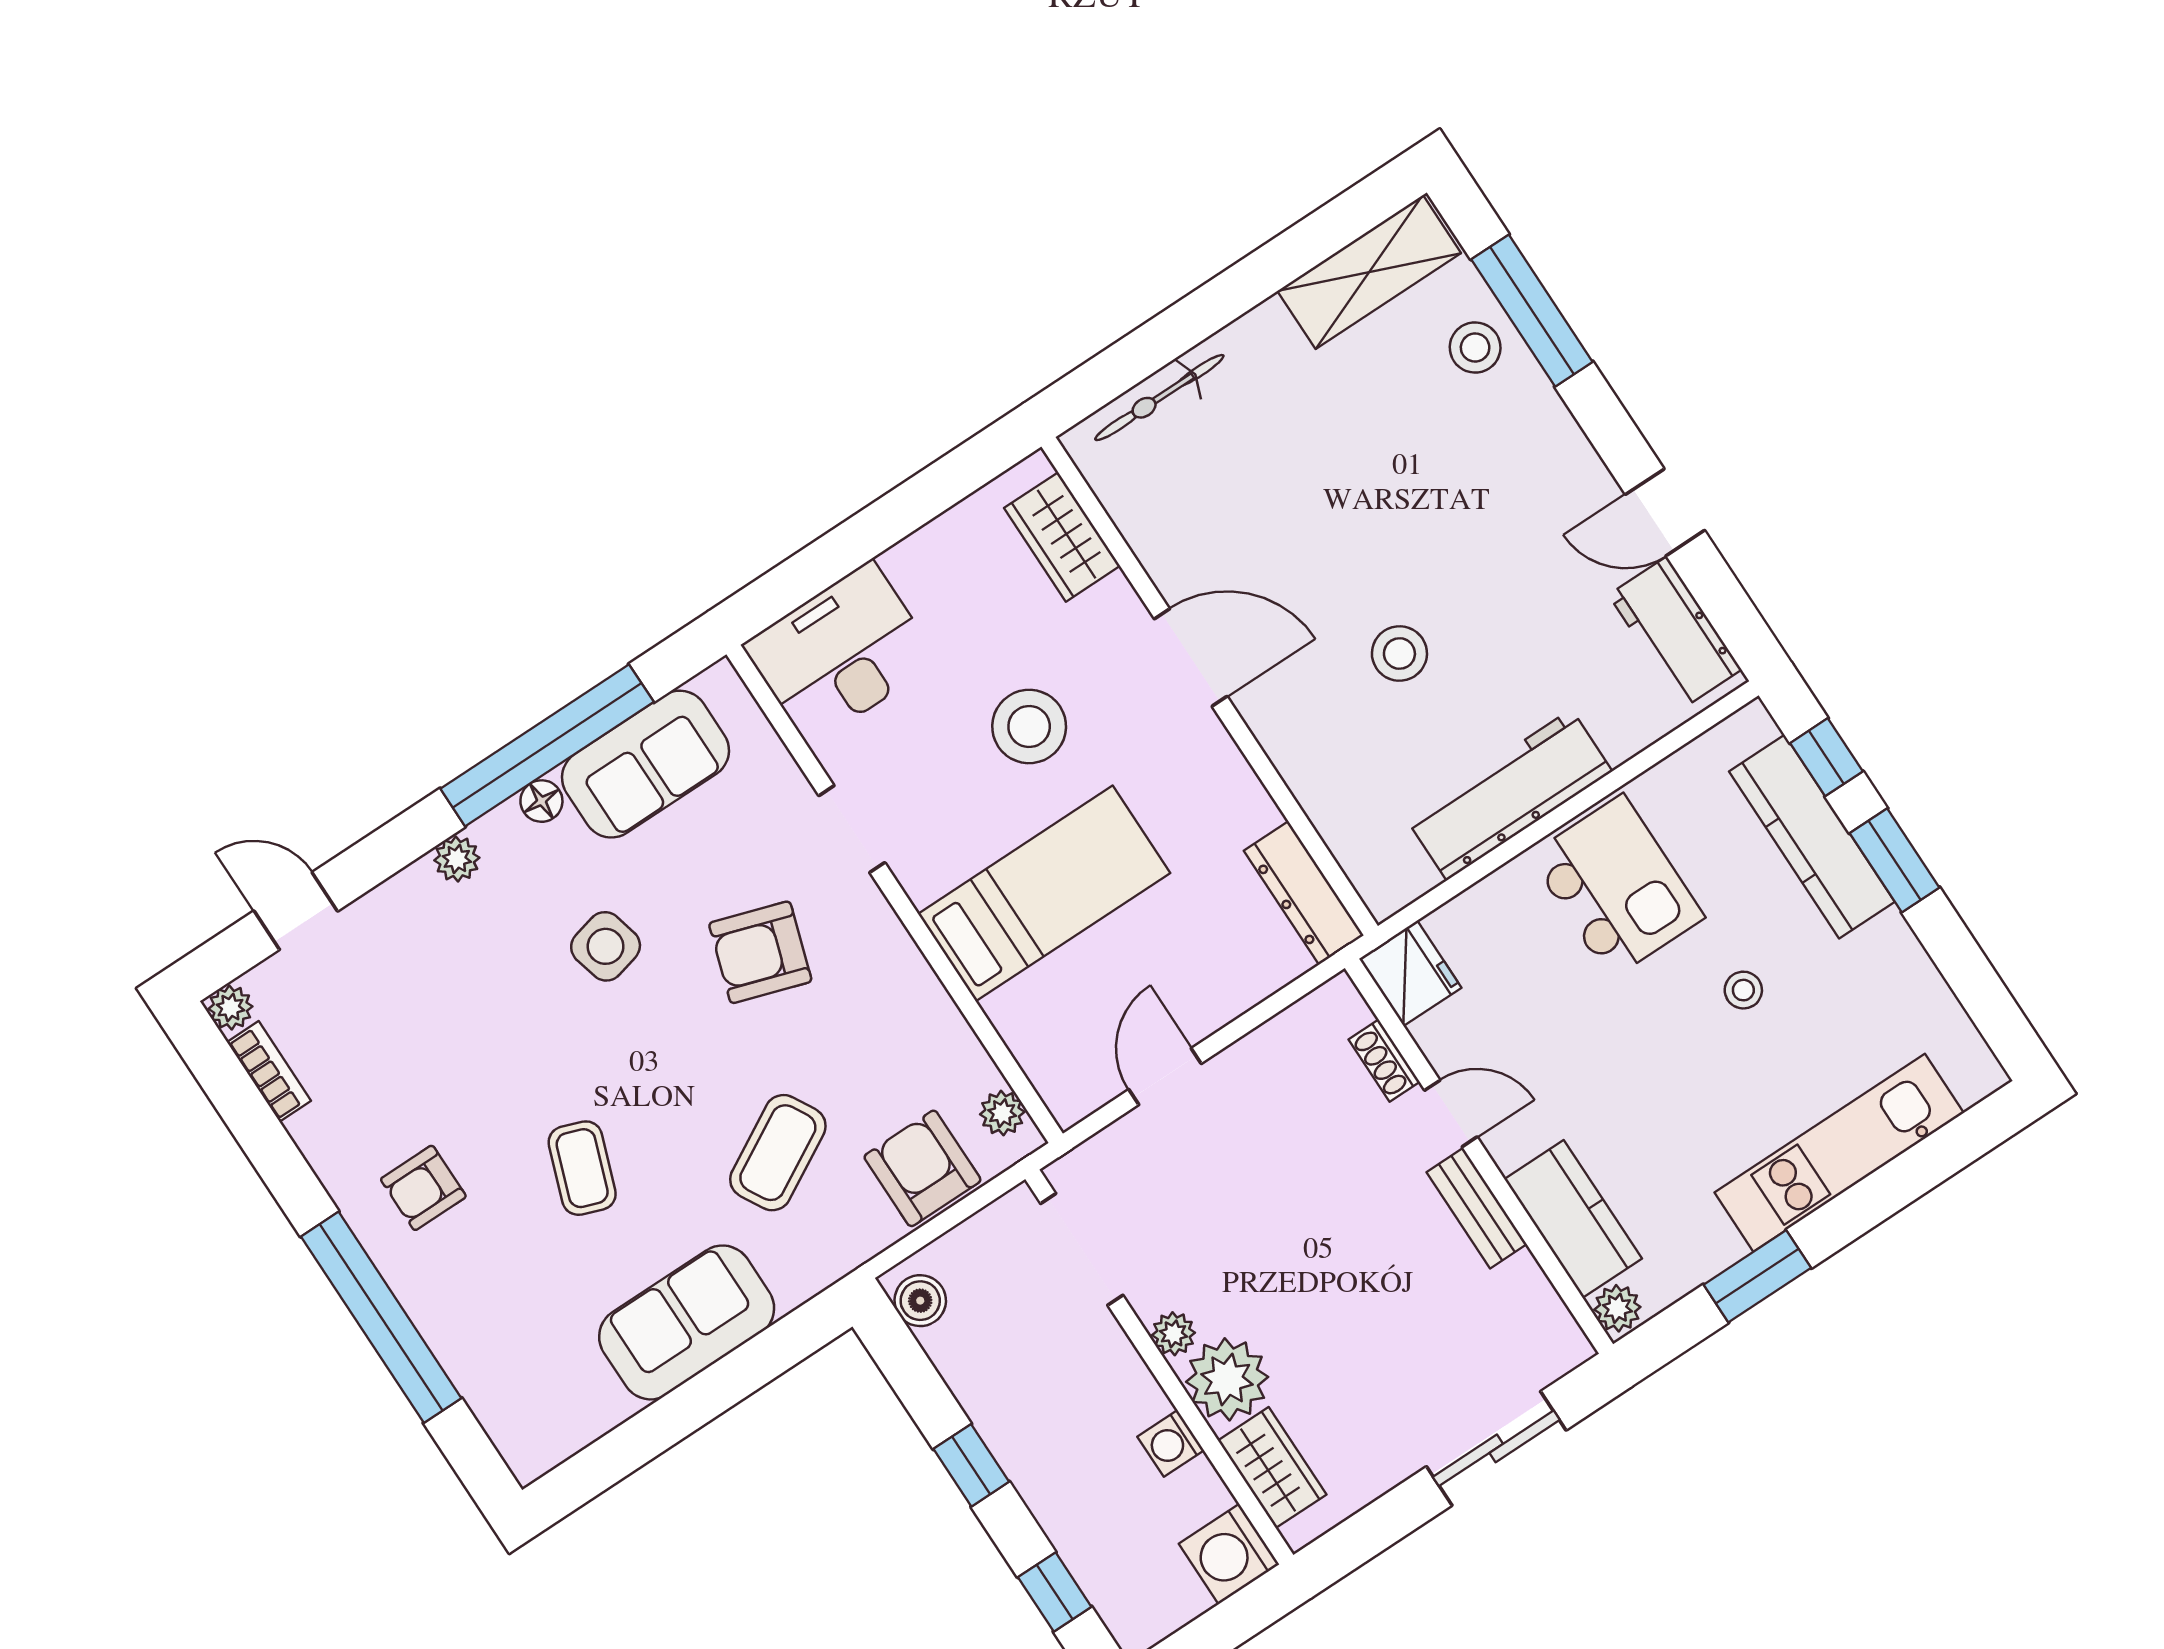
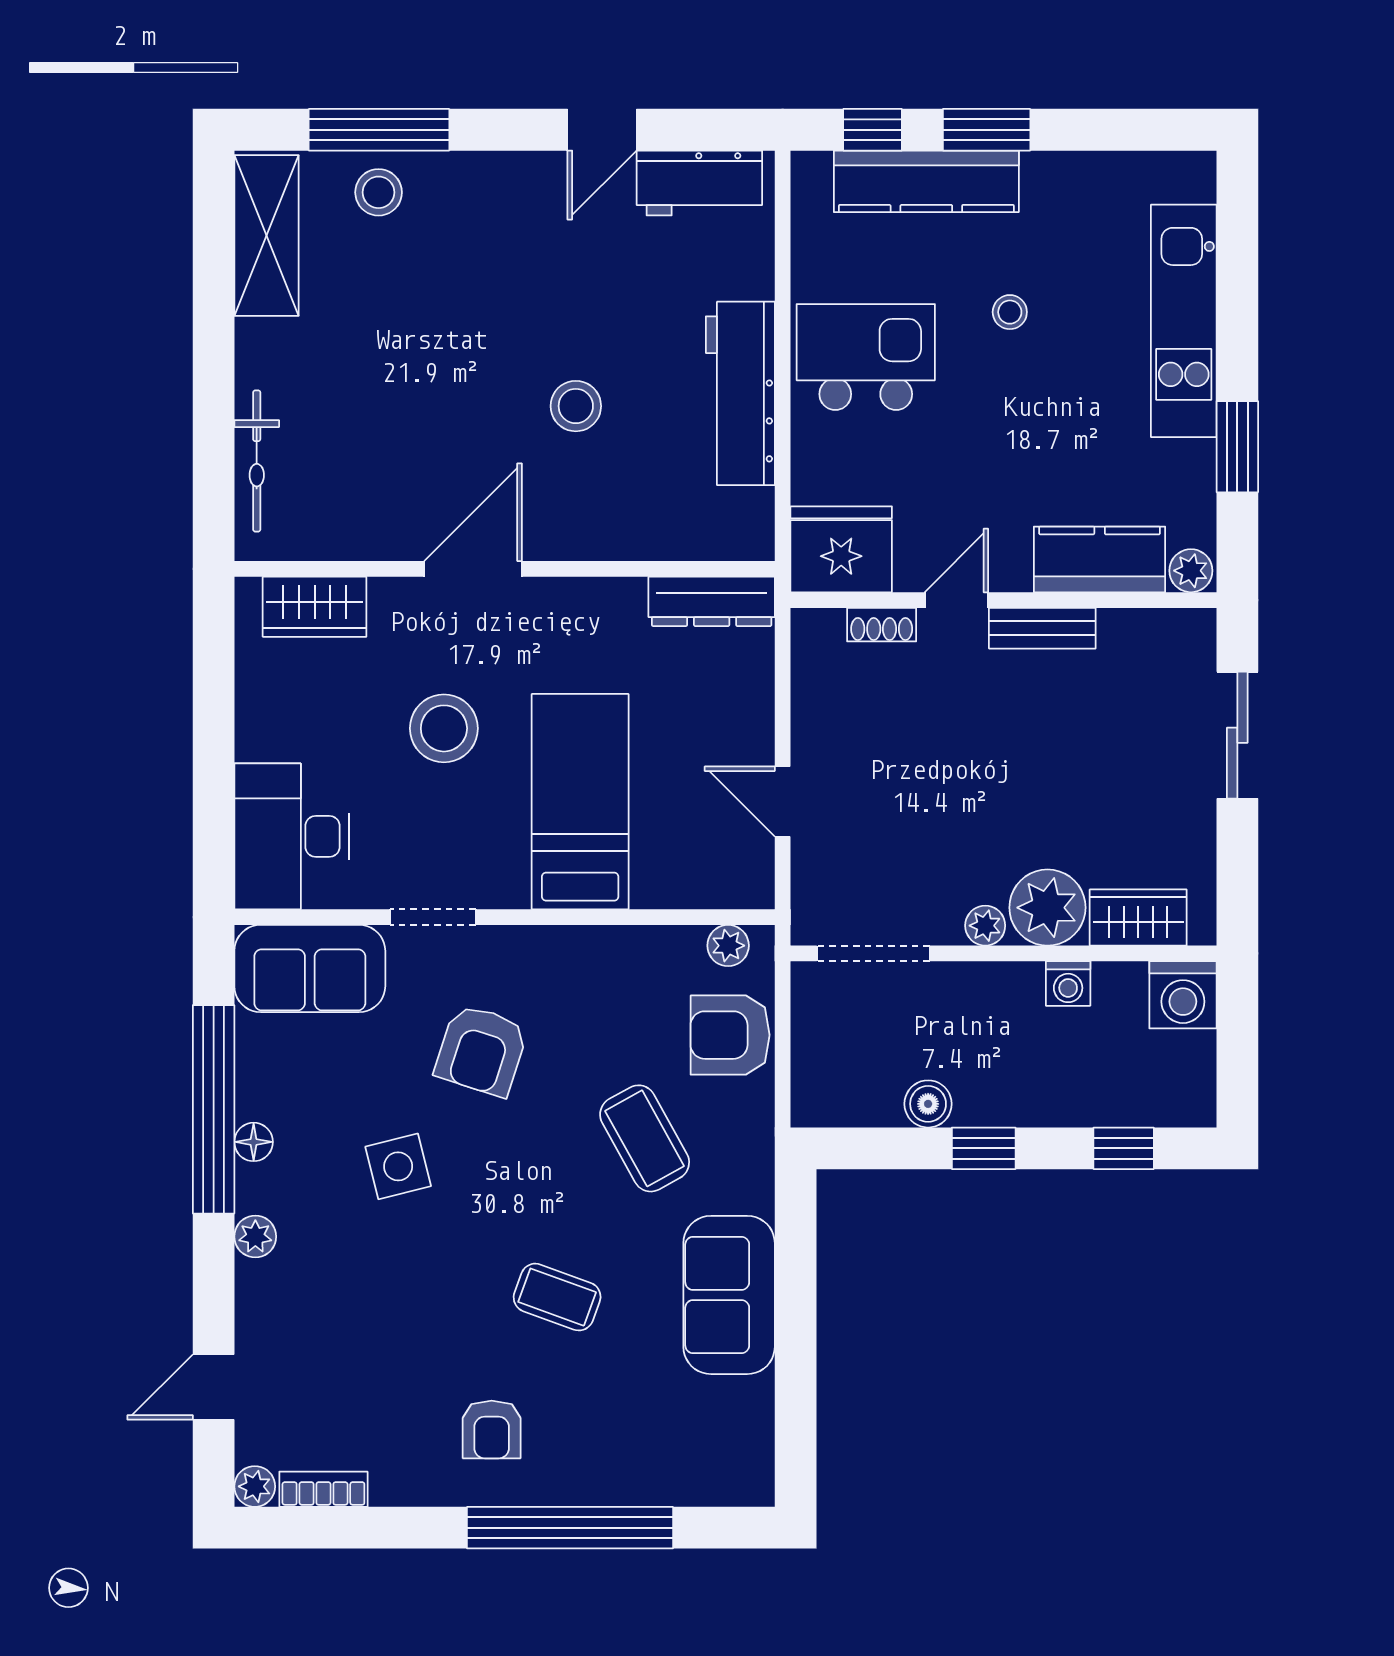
sofa: (645, 764) -> (310, 968), moved, turned 90
fridge: (1410, 973) -> (841, 549), width x1.36, depth x1.34
boiler: (920, 1301) -> (928, 1104), moved

